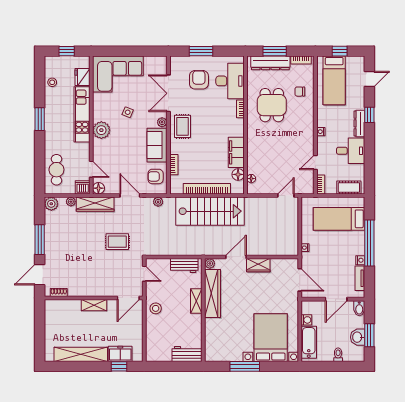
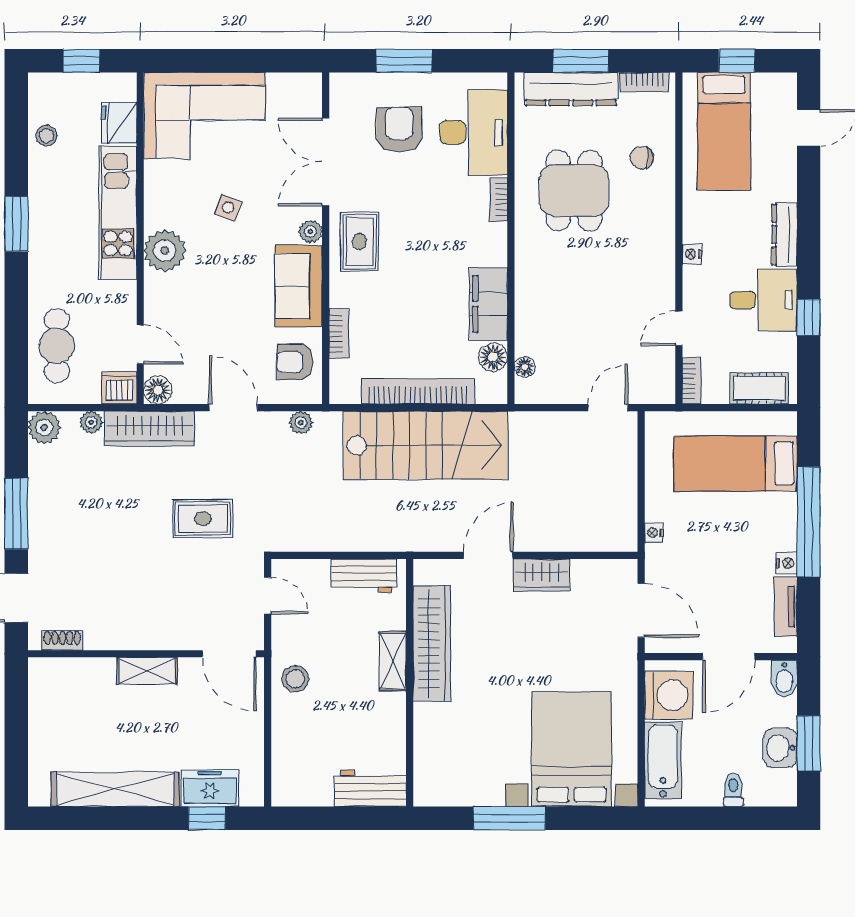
window: (369, 115) -> (809, 317), moved
plant: (210, 263) -> (425, 571), removed
door: (128, 298) -> (229, 654), hinge flipped
washing machine: (306, 320) -> (669, 695), width x1.89, depth x1.89

